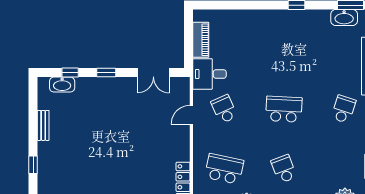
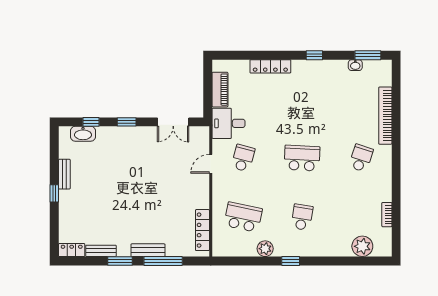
locker: (252, 16) -> (270, 66), added
washbasin: (344, 18) -> (355, 65), width x0.52, depth x0.69
school desk: (224, 109) -> (243, 158), turned 39
window: (33, 165) -> (54, 193), moved
school desk: (284, 169) -> (302, 217), turned 30

